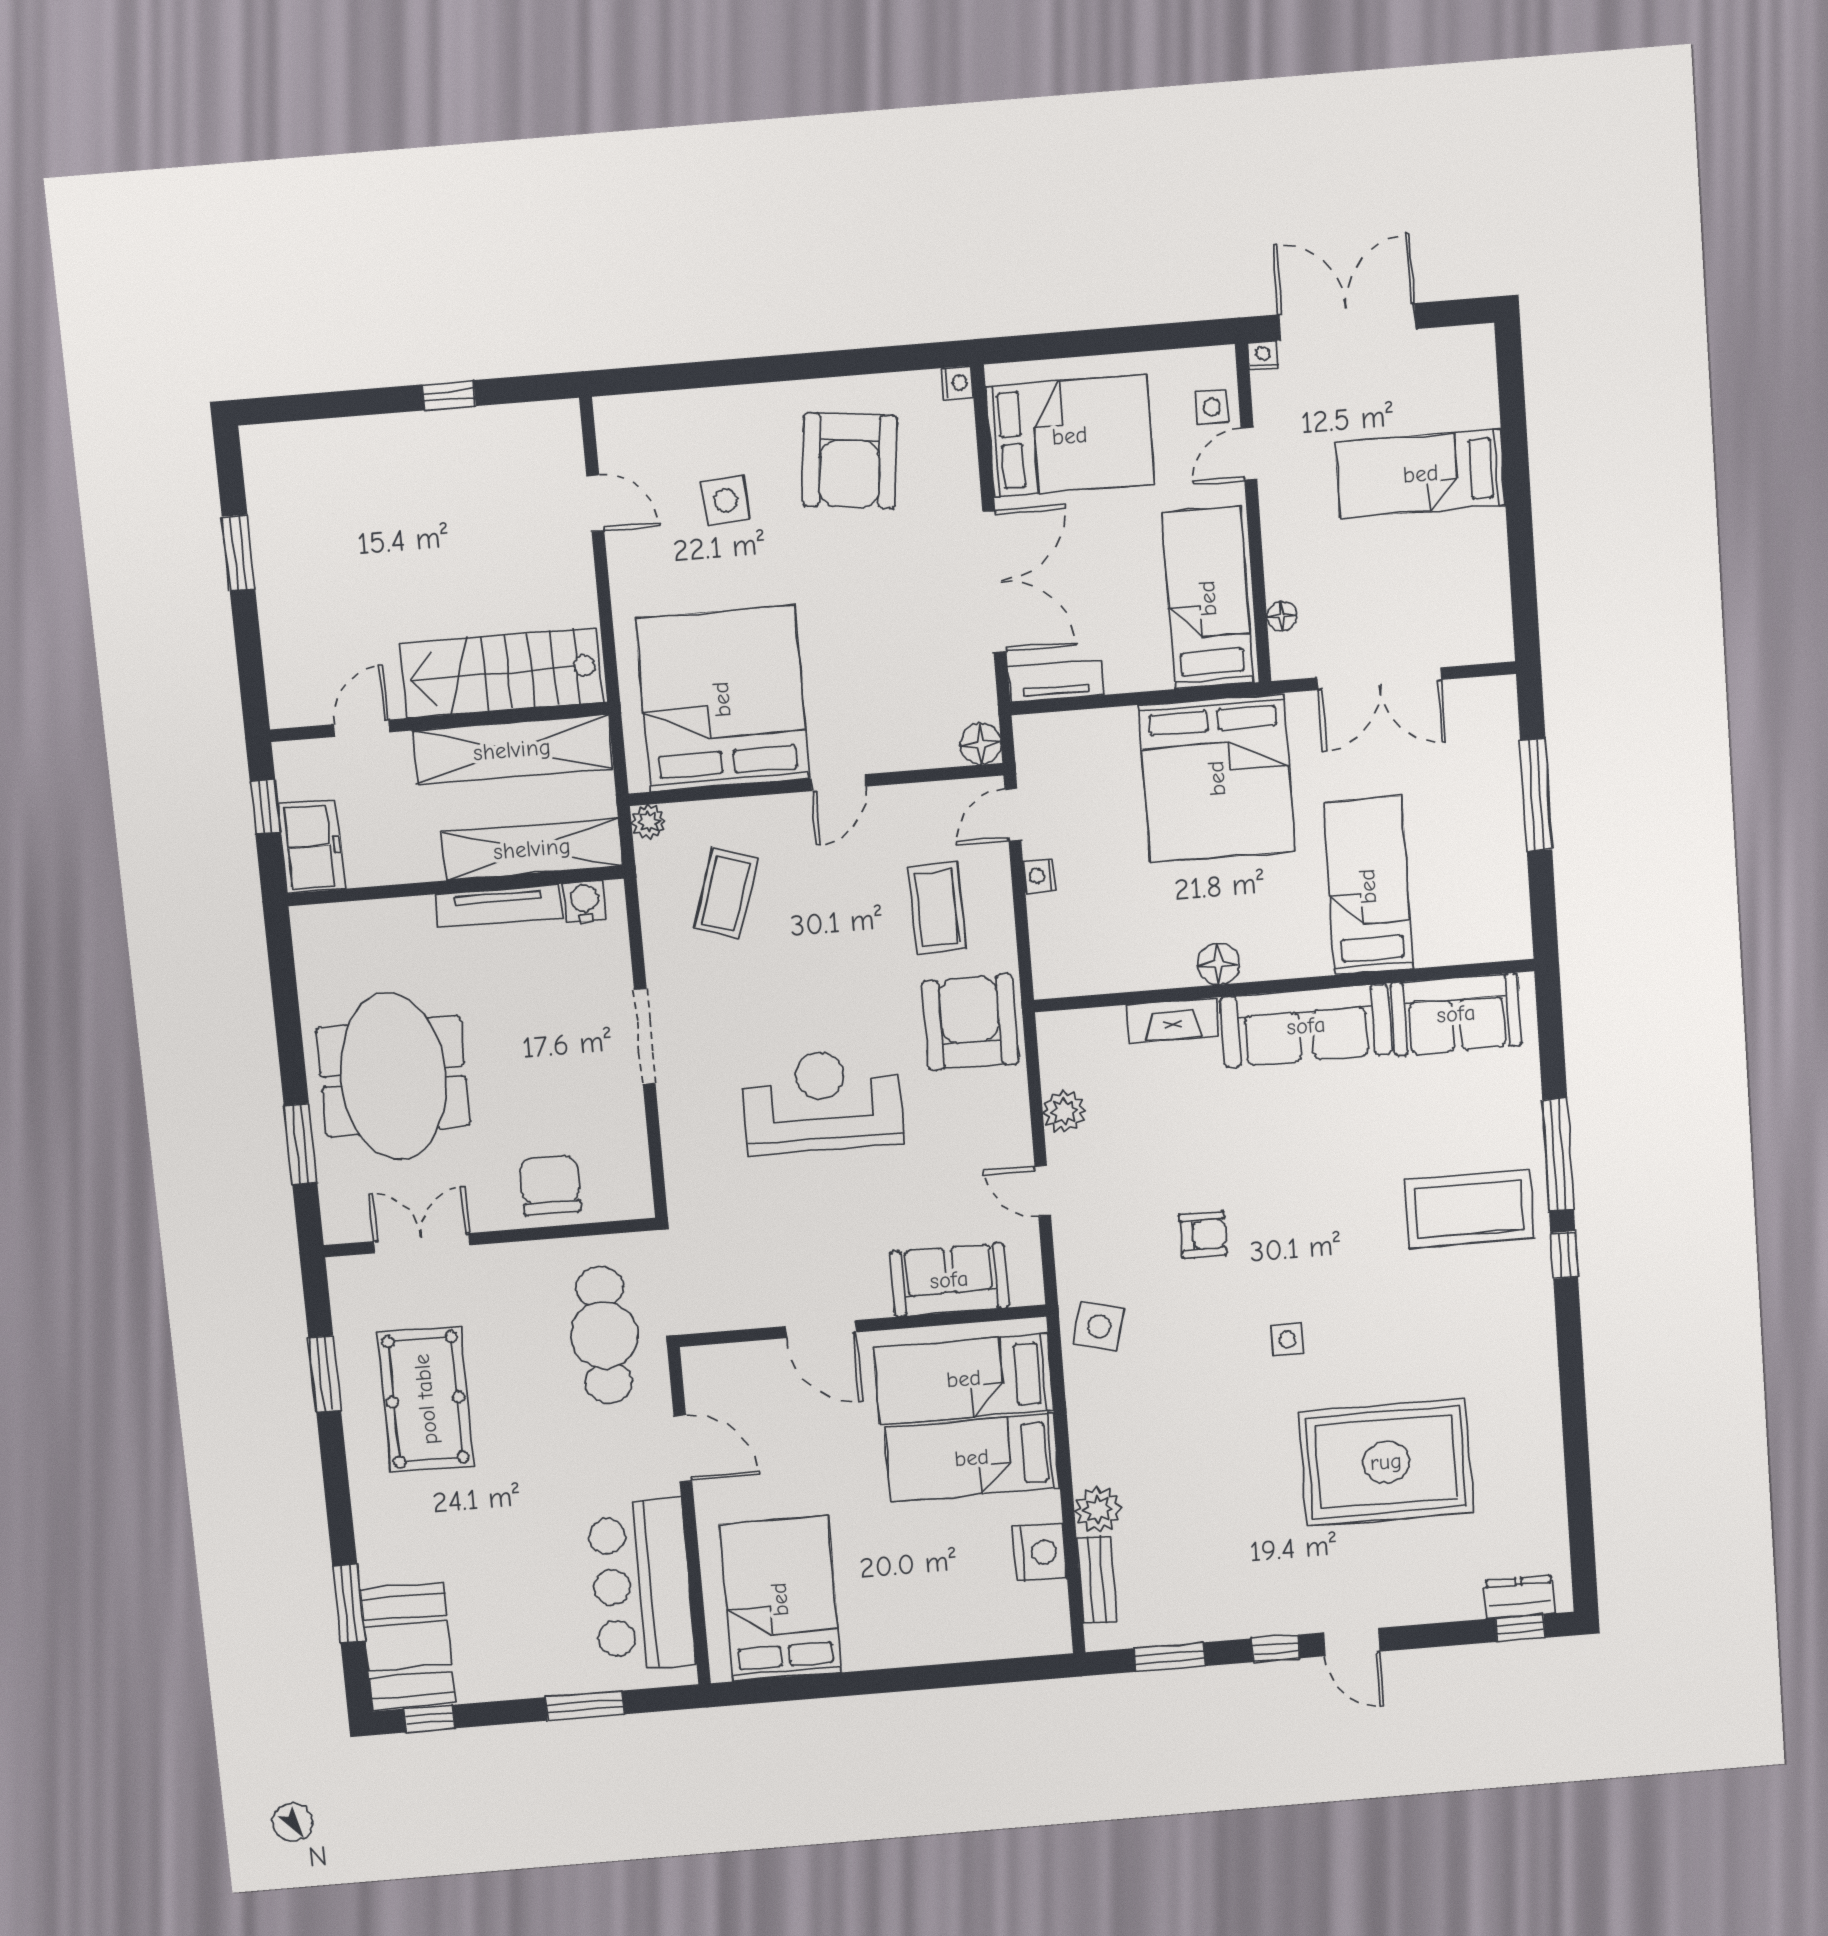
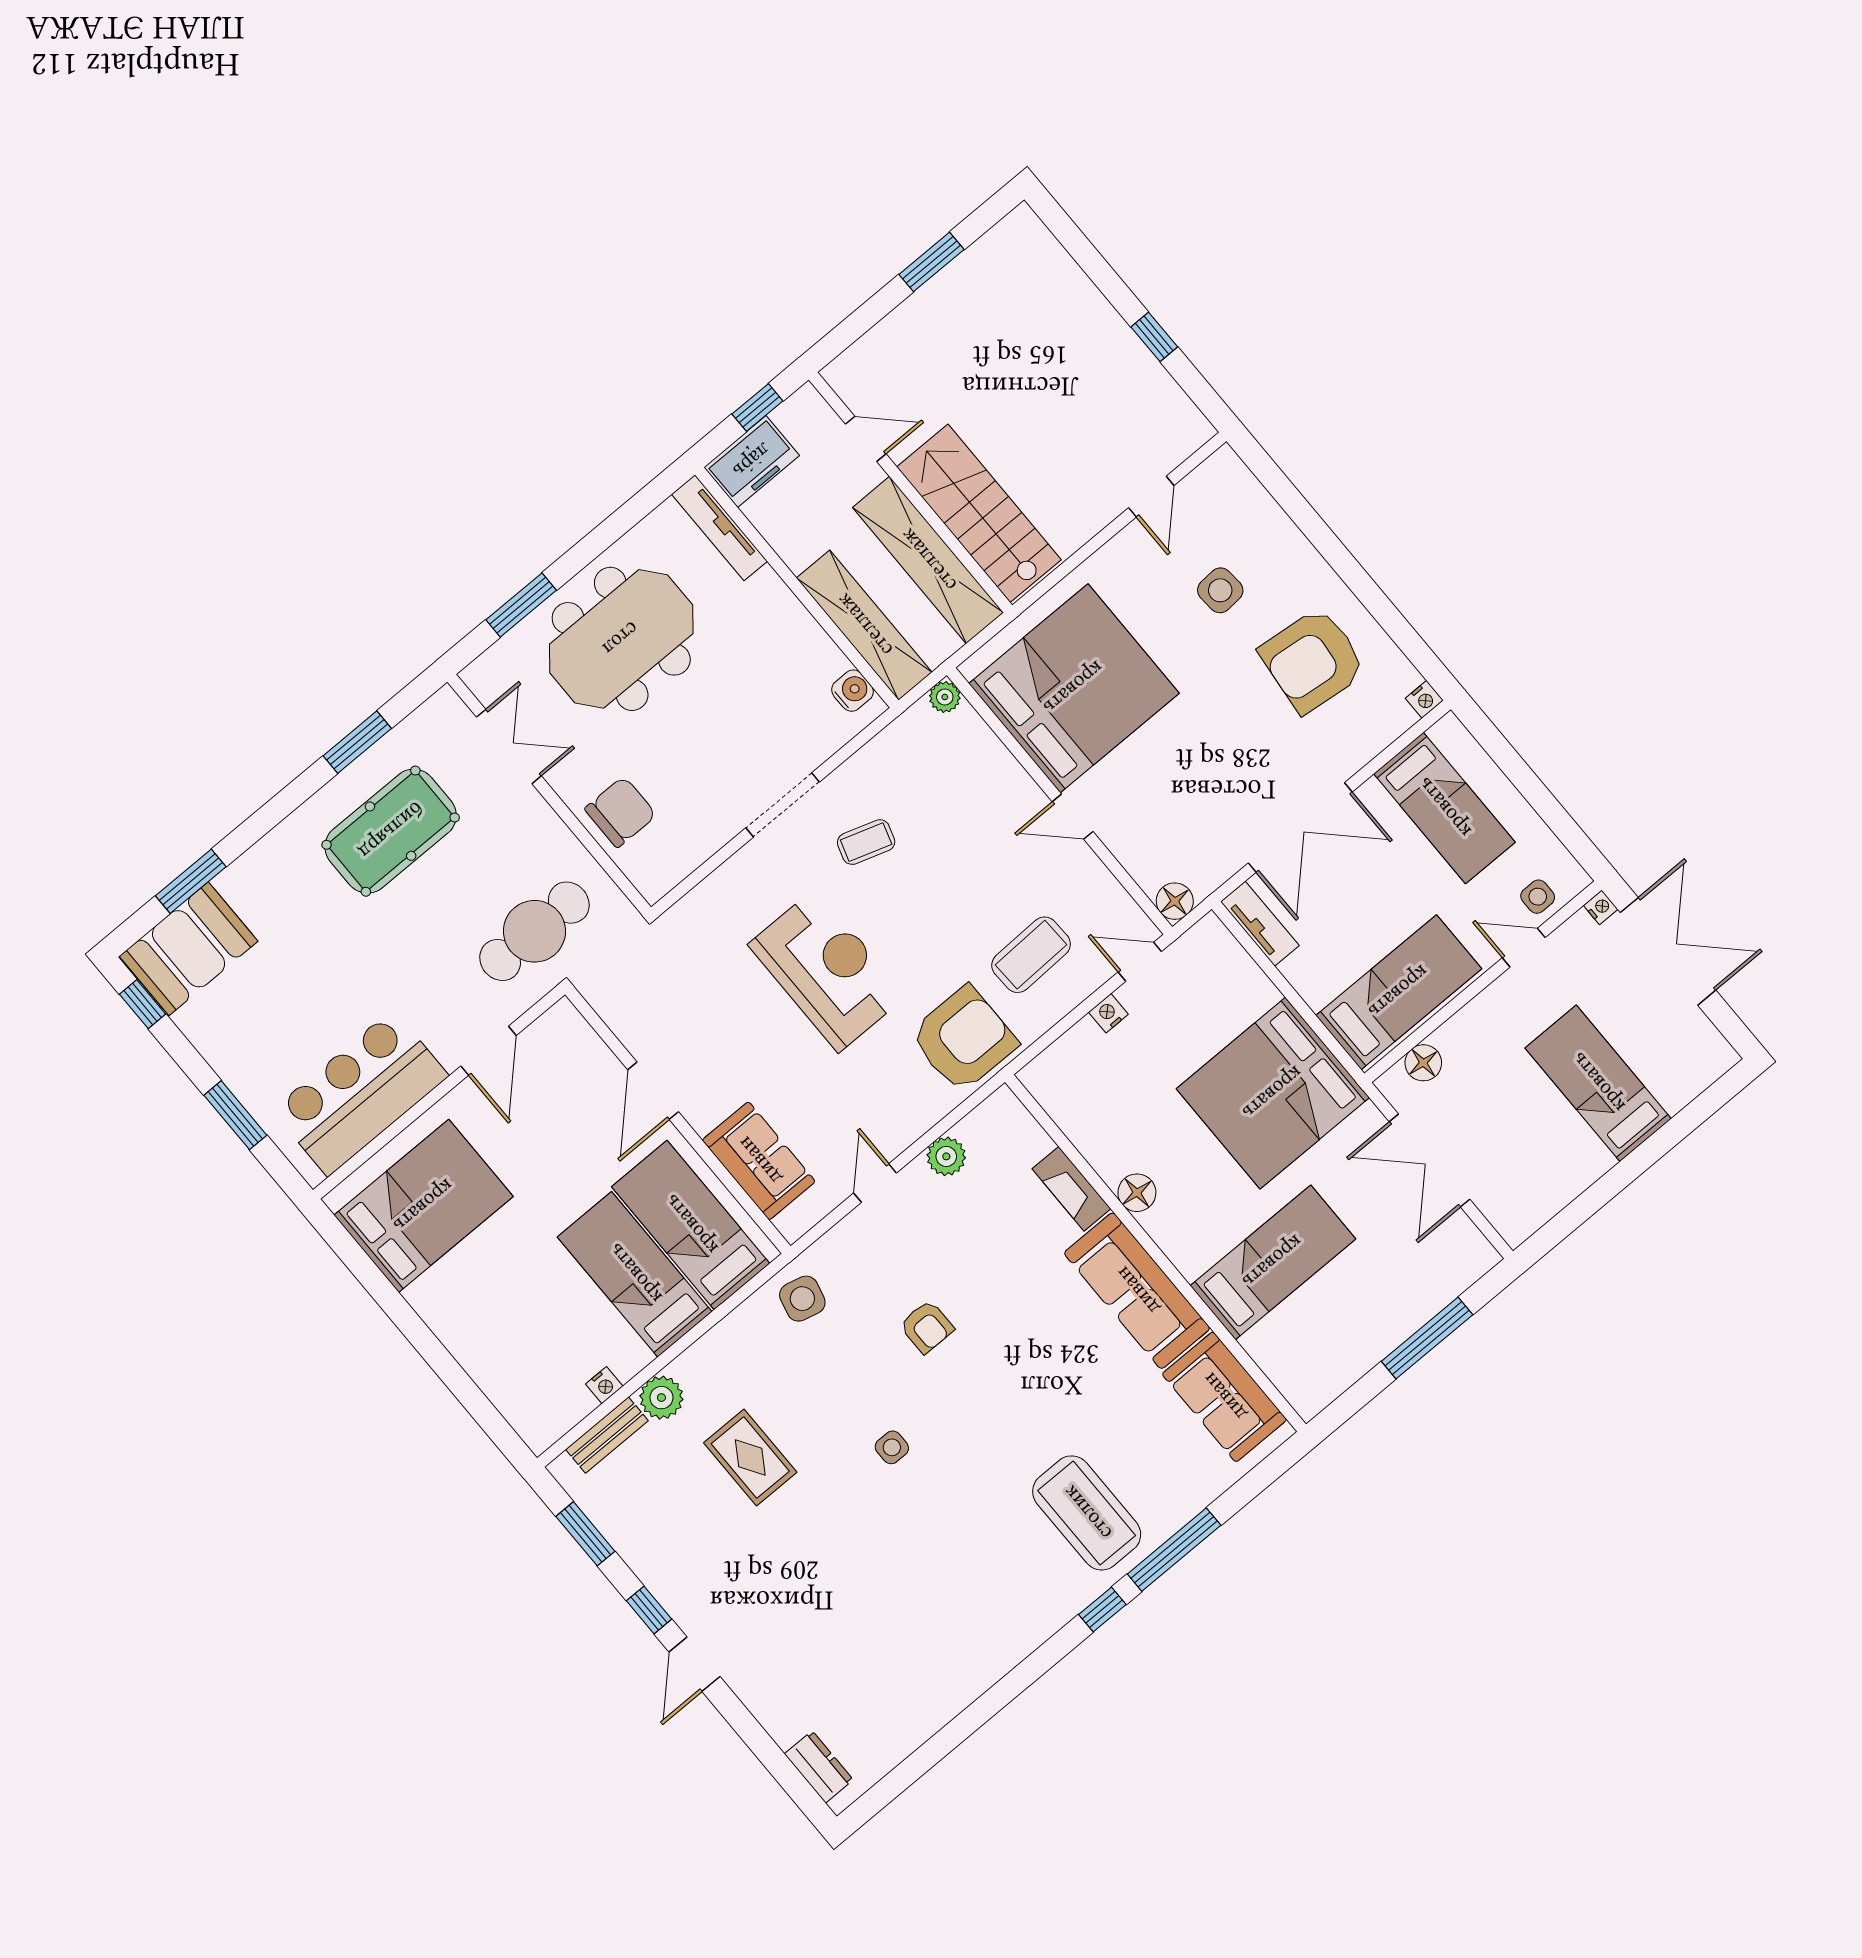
bed: (1070, 436) -> (1444, 808), width x0.67
floor lamp: (1282, 616) -> (1423, 1063), width x1.37, depth x1.37
coffee table: (726, 893) -> (866, 842), moved, width x0.73, depth x0.77
tv unit: (499, 906) -> (719, 528), moved
rug: (1386, 1462) -> (750, 1458), moved, width x0.54, depth x0.49
nightstand: (1040, 1552) -> (604, 1385), width x0.53, depth x0.56
window: (1520, 1628) -> (796, 1785), removed

